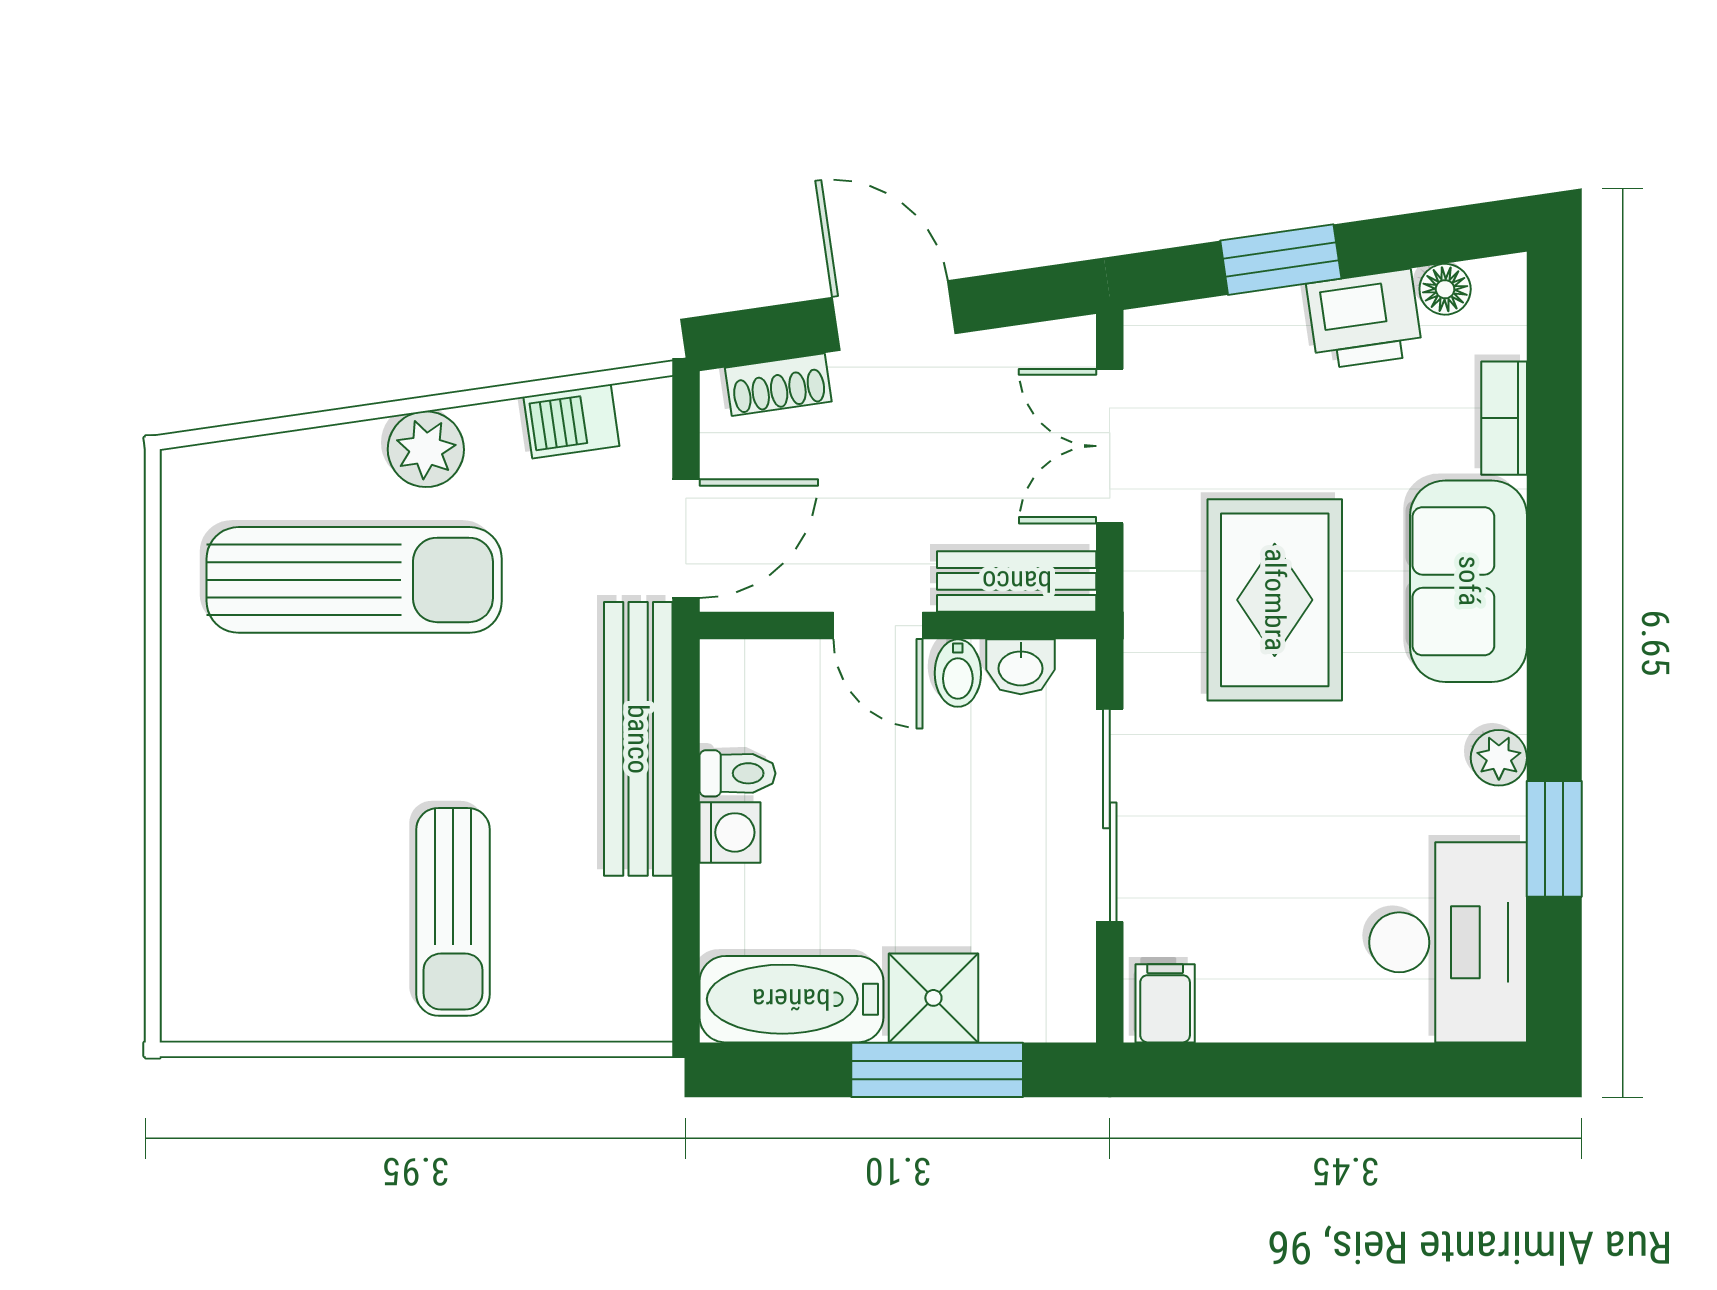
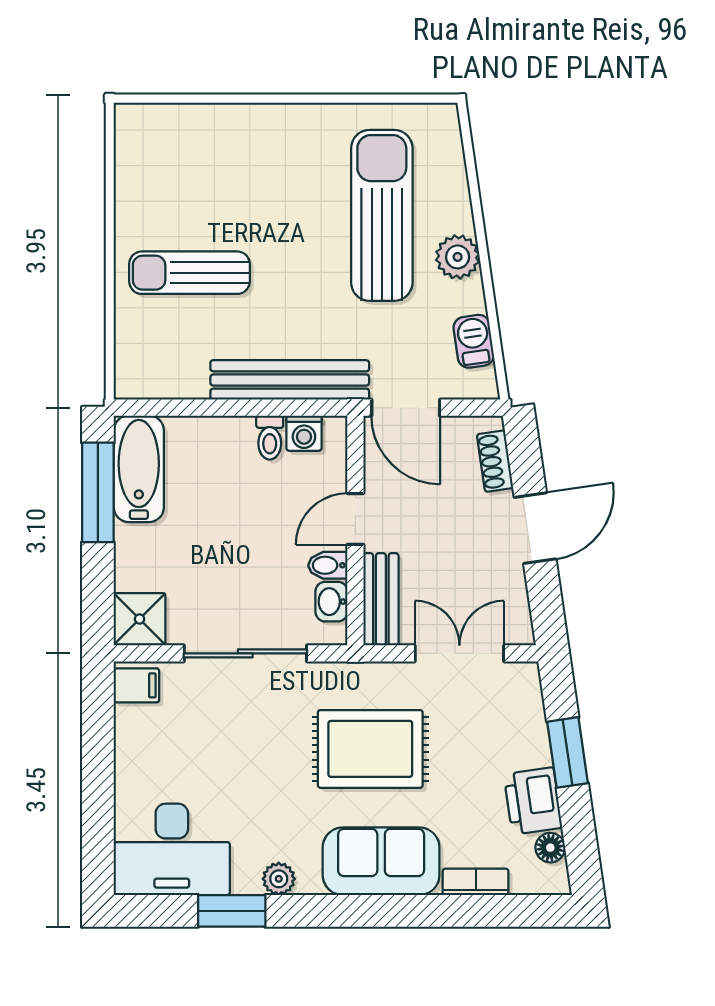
sun lounger: (354, 580) -> (382, 215), turned 180
washing machine: (730, 832) -> (304, 433), moved
shower: (933, 998) -> (140, 619), moved
window: (937, 1070) -> (98, 492), moved

